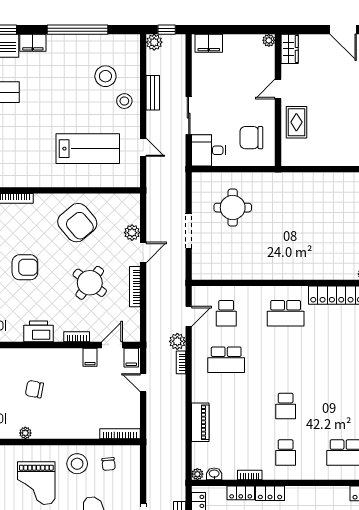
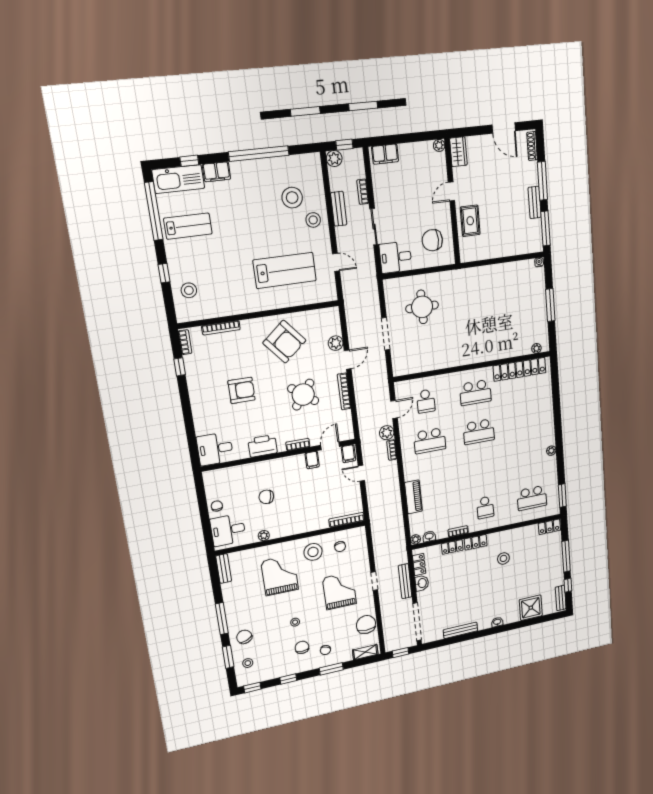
bookcase: (180, 79) -> (363, 192), added
school desk: (286, 406) -> (479, 432), moved, width x1.85
grand piano: (36, 483) -> (280, 575), turned 180

